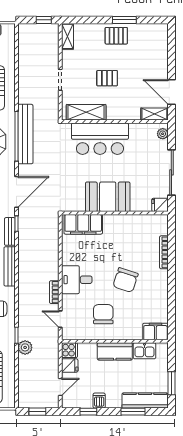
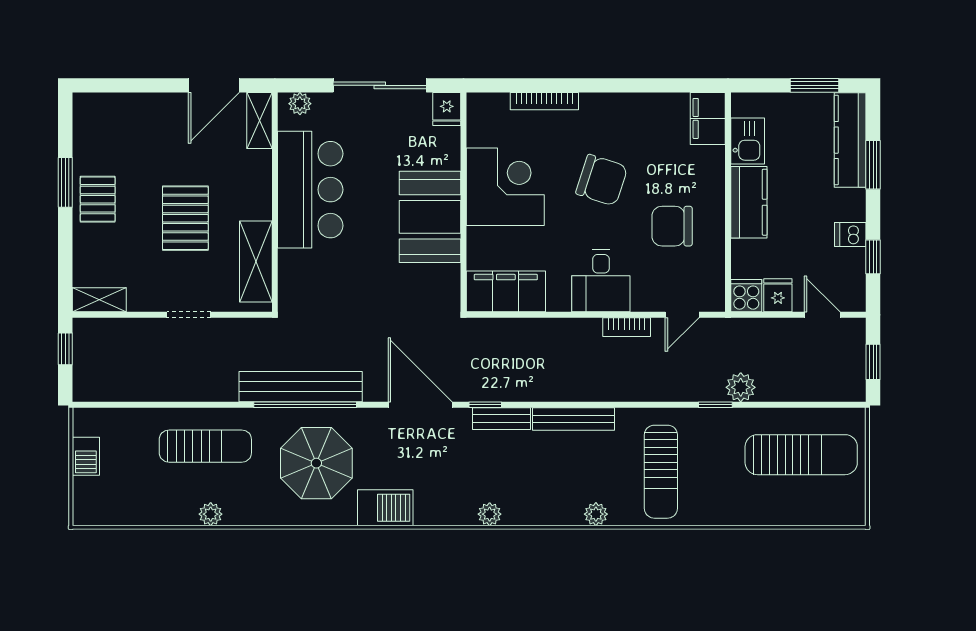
pallet: (107, 78) -> (185, 218), width x1.50, depth x1.42
bar counter: (100, 139) -> (310, 190), moved
filing cabinet: (83, 224) -> (506, 291), moved, turned -90
corner desk: (122, 233) -> (505, 187), added

